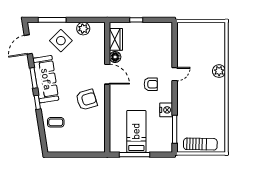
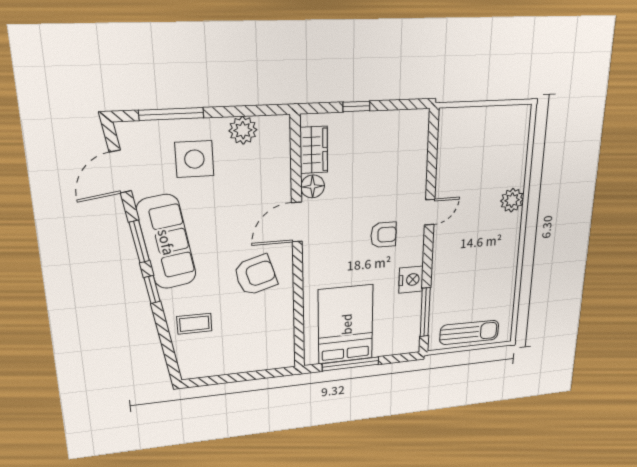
side table: (61, 41) -> (194, 159), turned 45
door: (107, 74) -> (297, 222), swing flipped
bed: (136, 131) -> (346, 324), width x1.50

